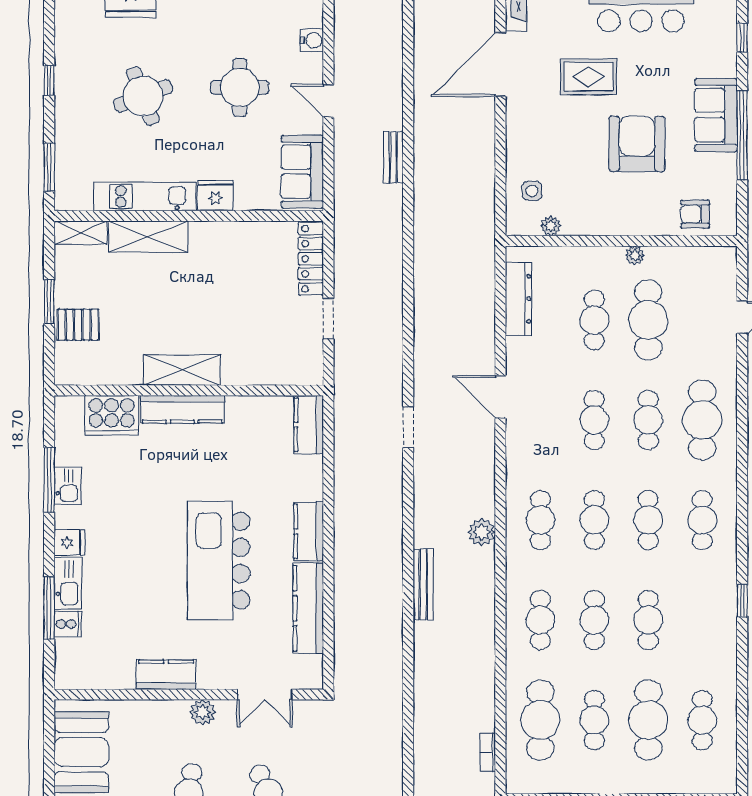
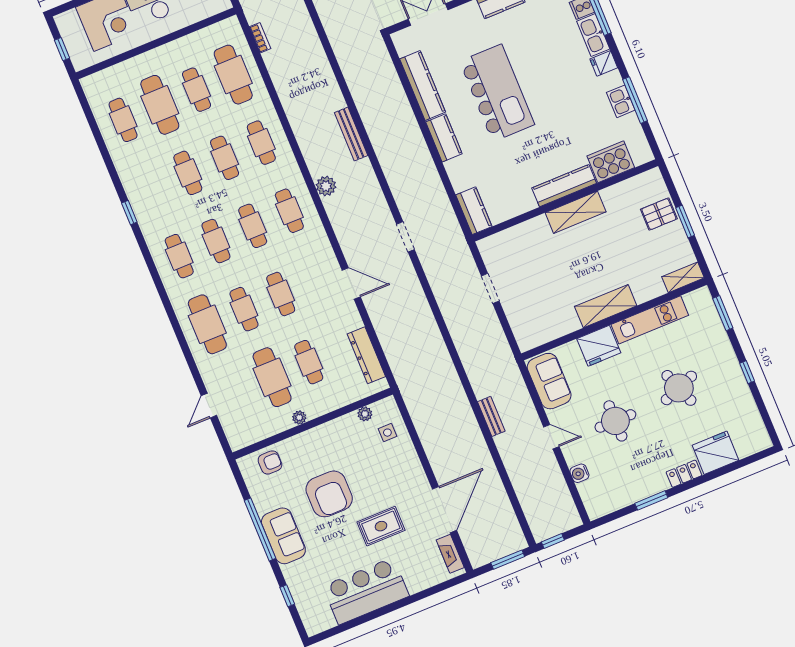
fridge: (215, 196) -> (599, 346), width x1.36, depth x1.34
shelving: (148, 237) -> (606, 306), moved
locker: (311, 259) -> (519, 324), removed

